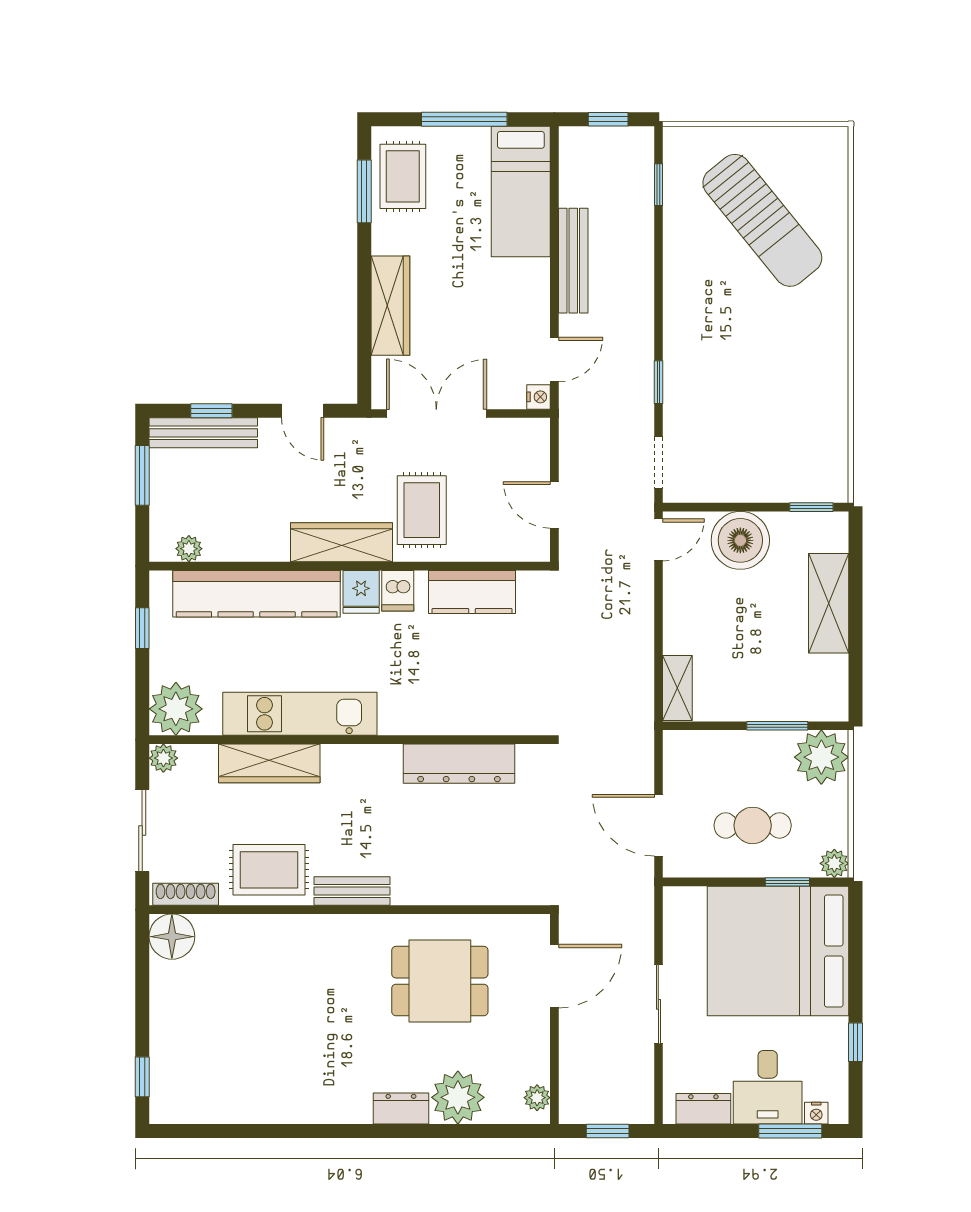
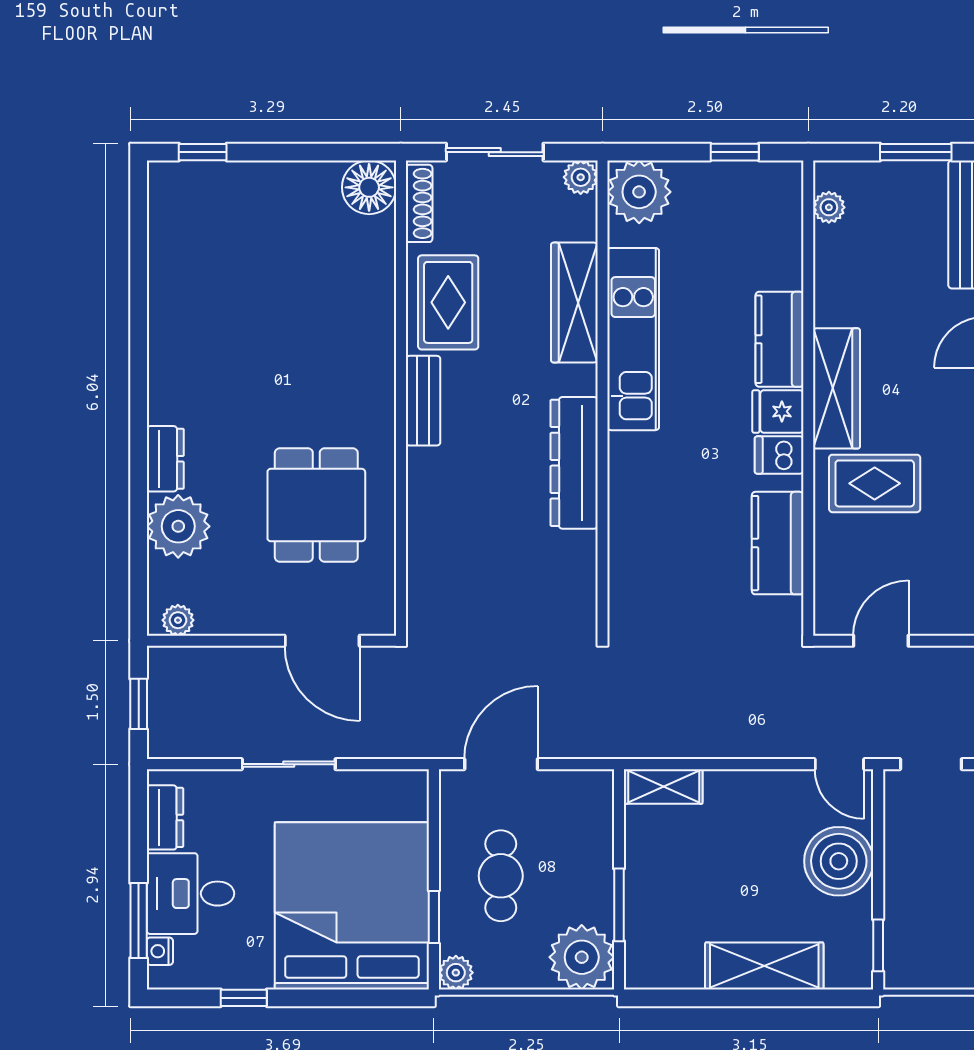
kitchen counter: (257, 594) -> (780, 339), width x0.48, depth x0.86
dresser: (459, 764) -> (574, 463), moved

